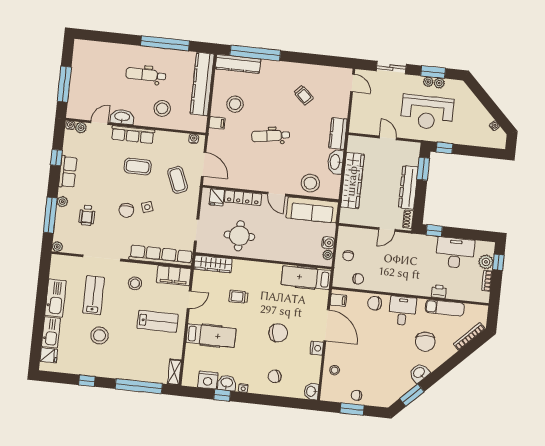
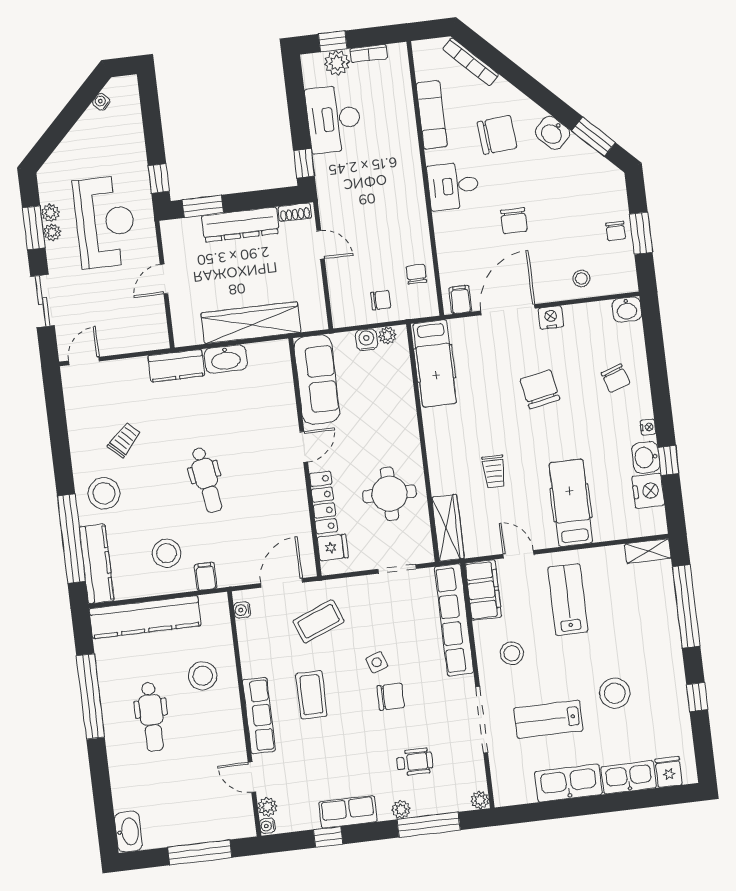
washbasin: (122, 117) -> (128, 832), moved, turned 180
stool: (310, 183) -> (104, 493), moved
printer: (439, 291) -> (406, 131), removed
chair: (375, 303) -> (514, 221), moved

